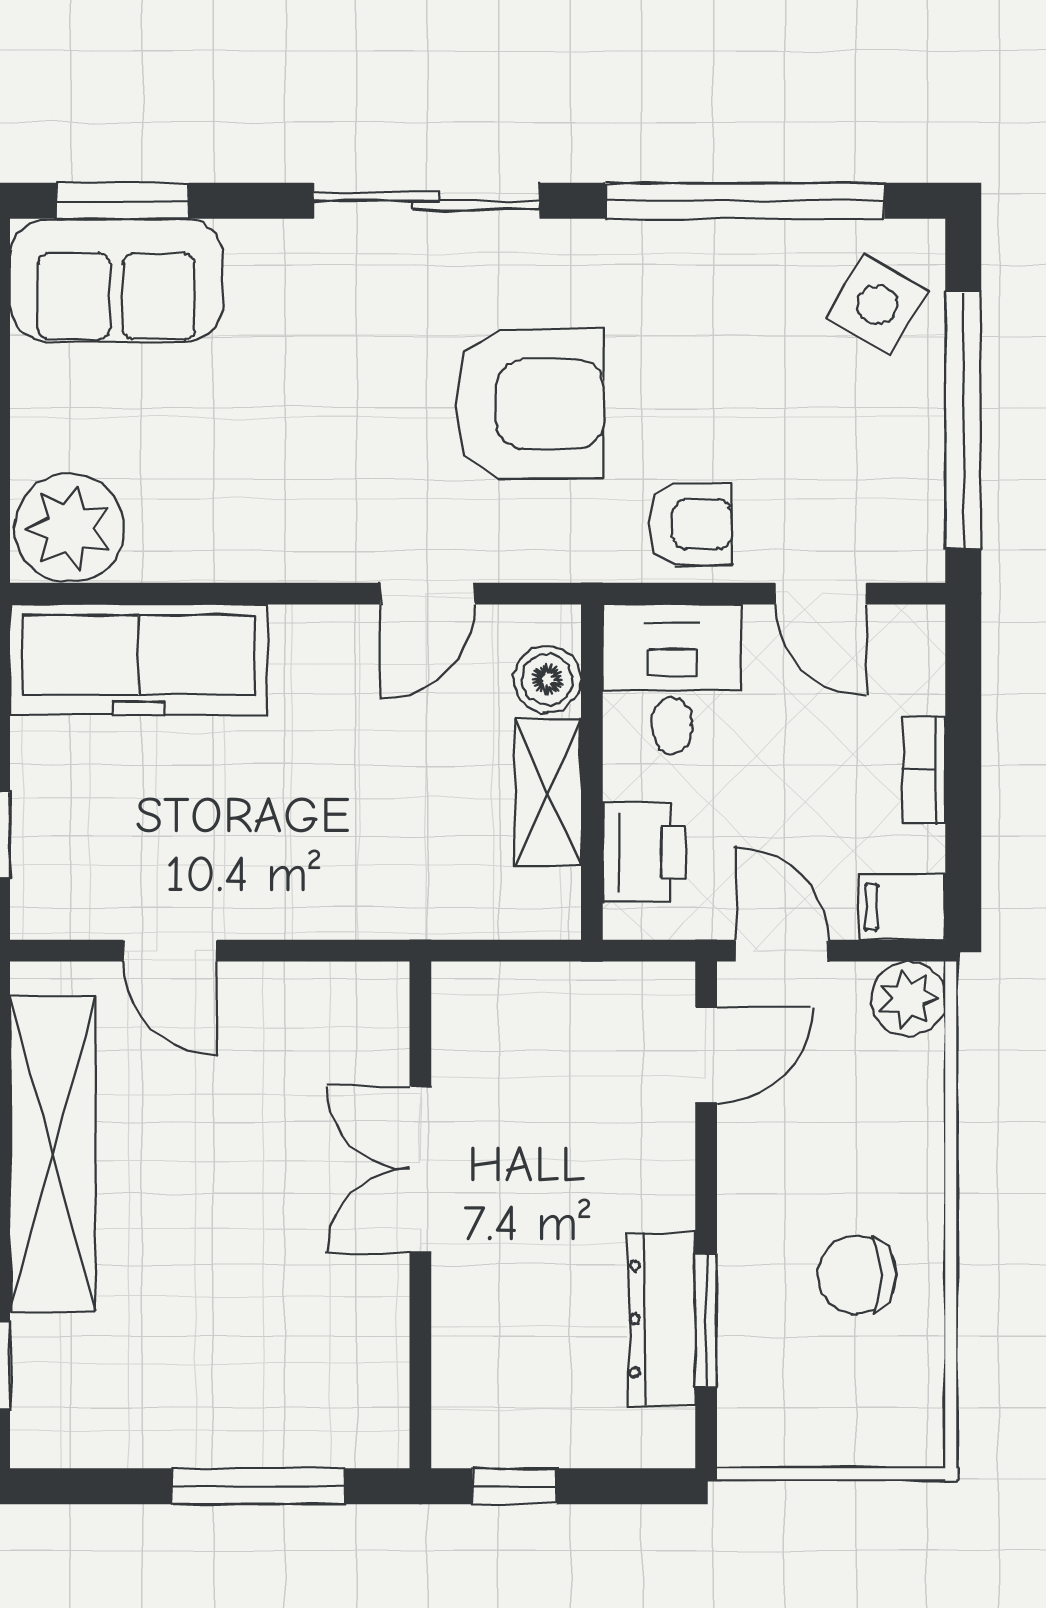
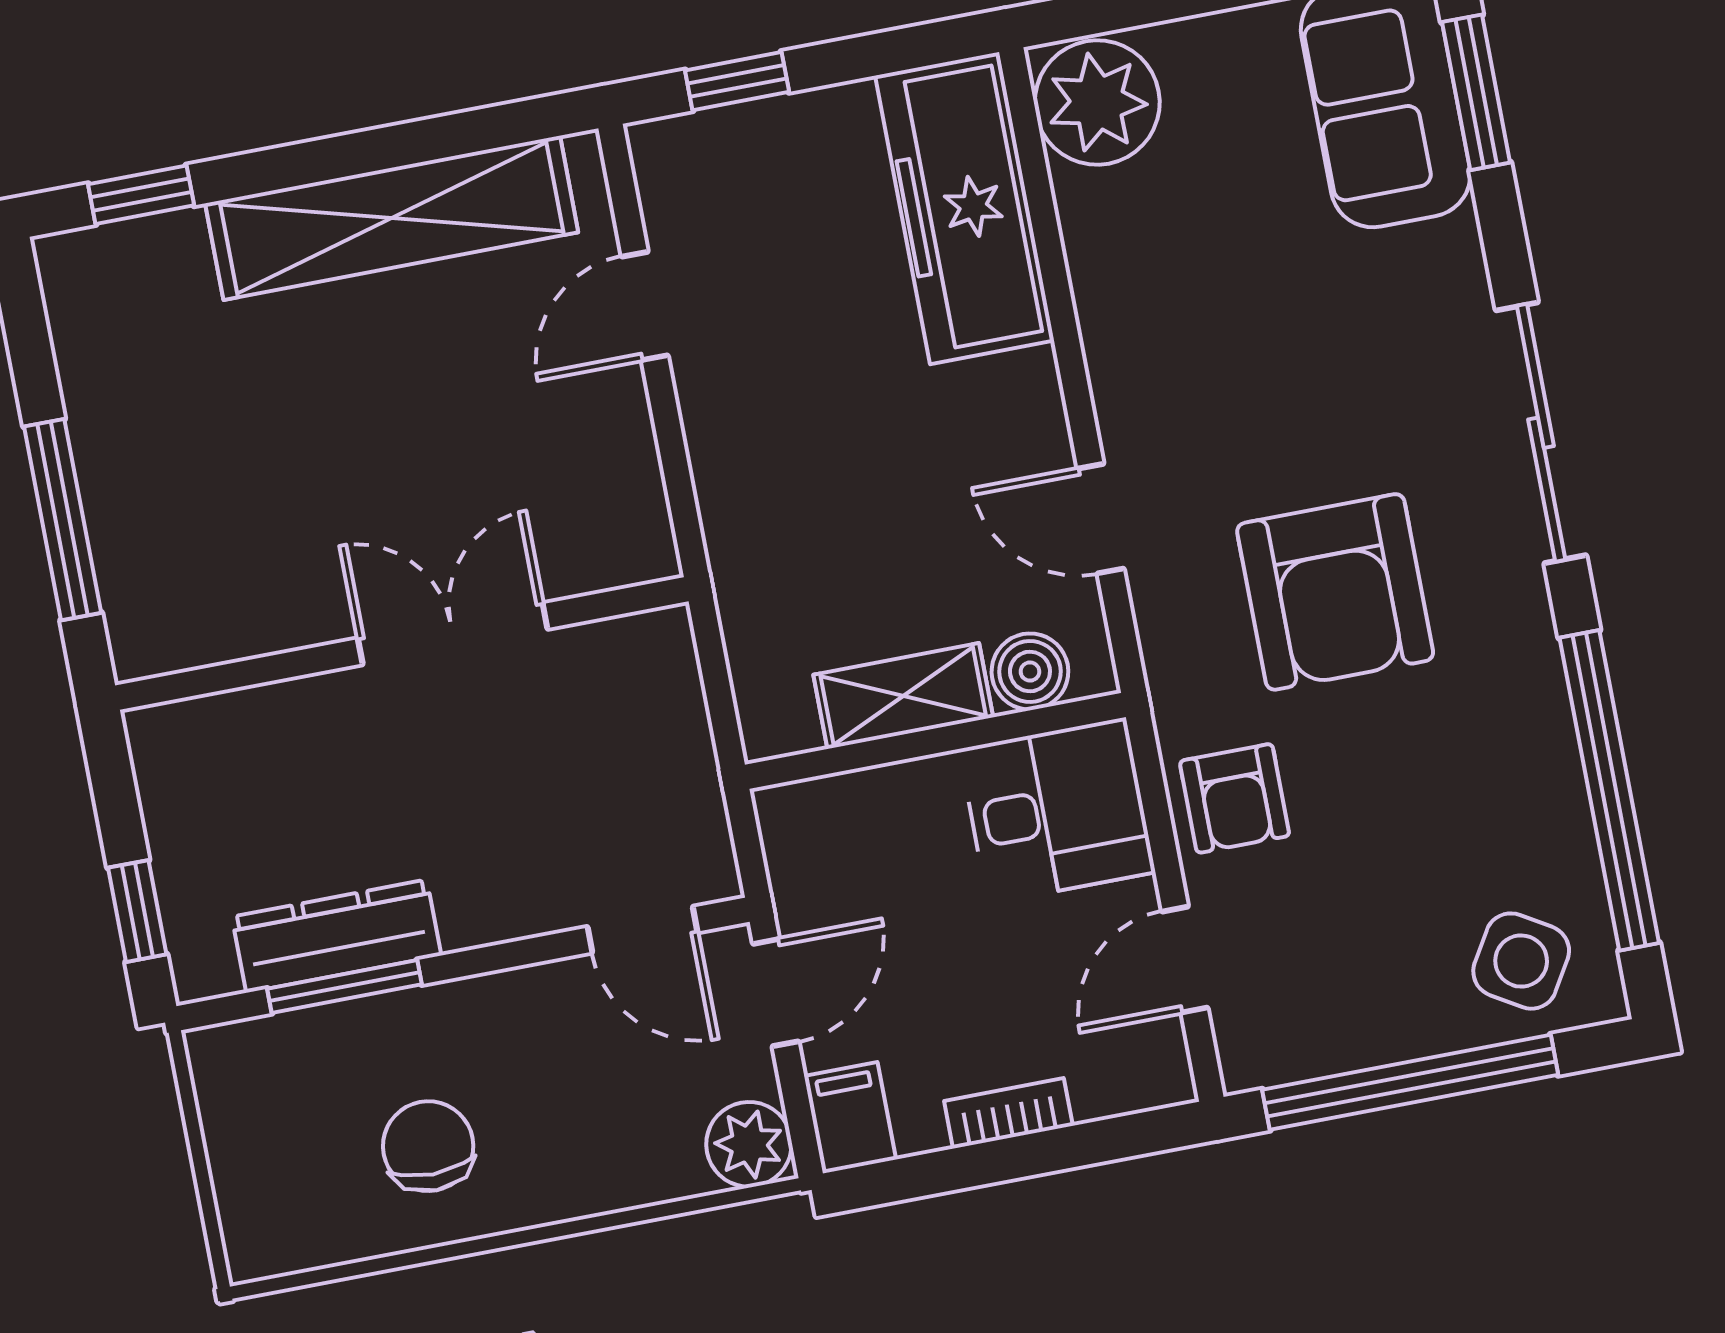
printer: (644, 852) -> (857, 817), removed
window: (515, 1486) -> (137, 911), moved

